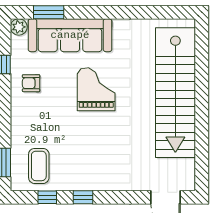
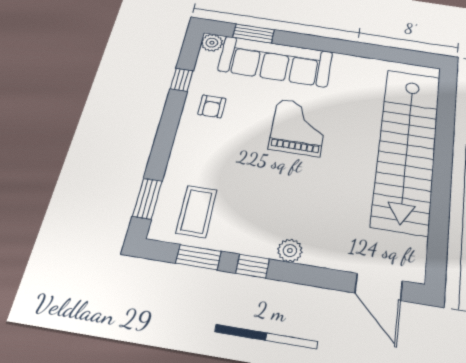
armchair: (31, 83) -> (212, 106), turned -90
plant: (105, 183) -> (290, 251), added
window: (47, 197) -> (198, 257), width x1.50

